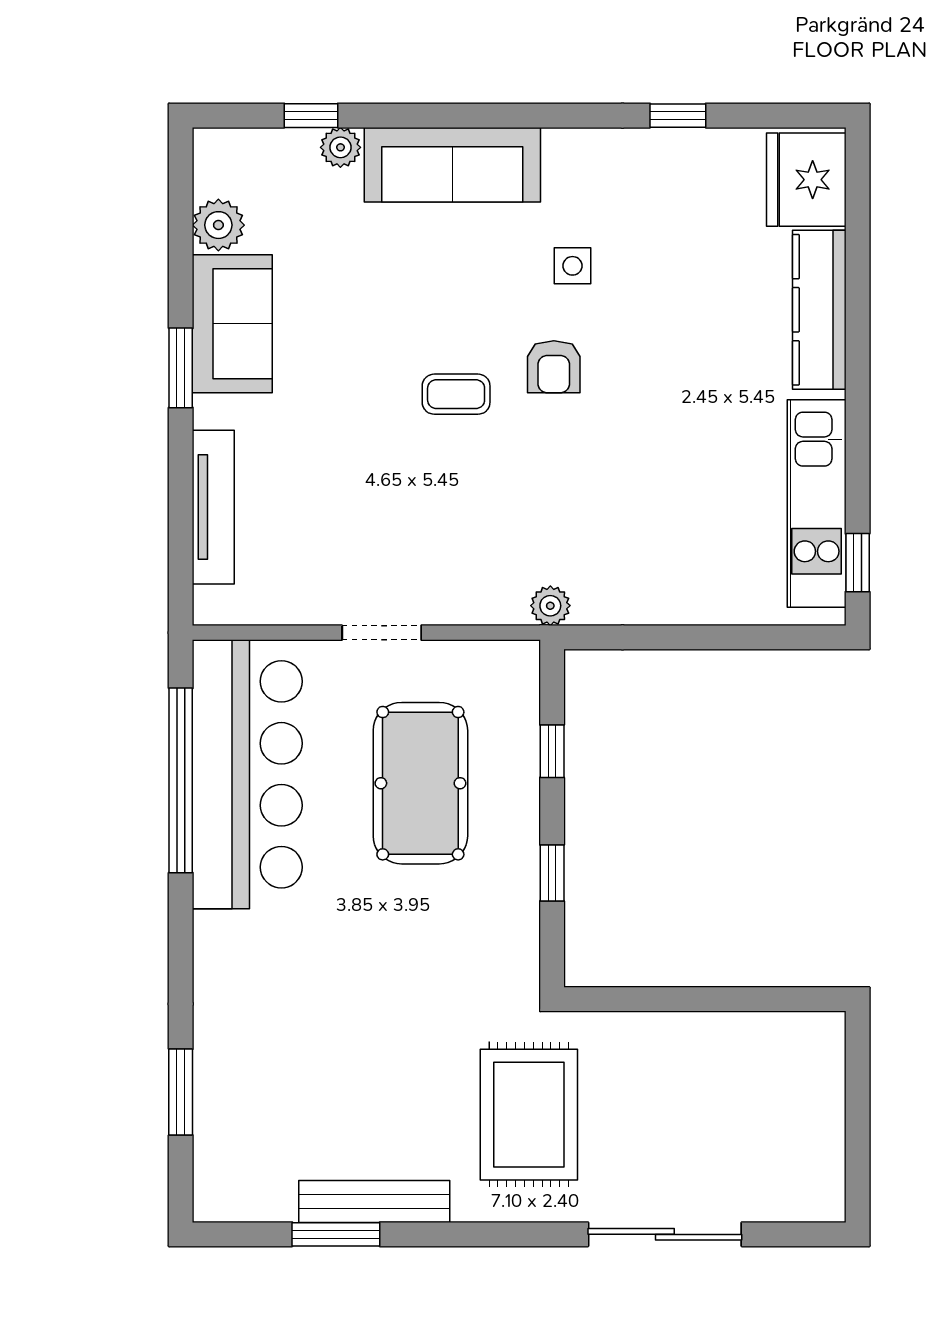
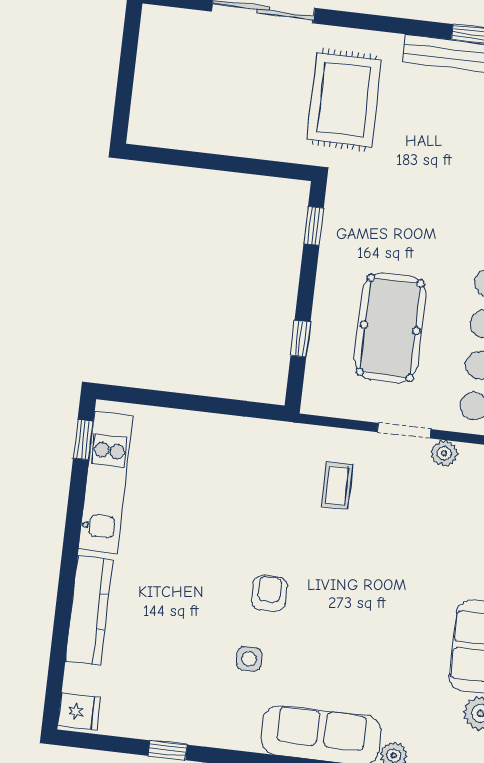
fridge: (806, 180) -> (79, 712), width x0.53, depth x0.75
coffee table: (456, 394) -> (337, 485), moved, turned 90
plant: (550, 606) -> (444, 453), moved
window: (552, 873) -> (314, 226), moved

